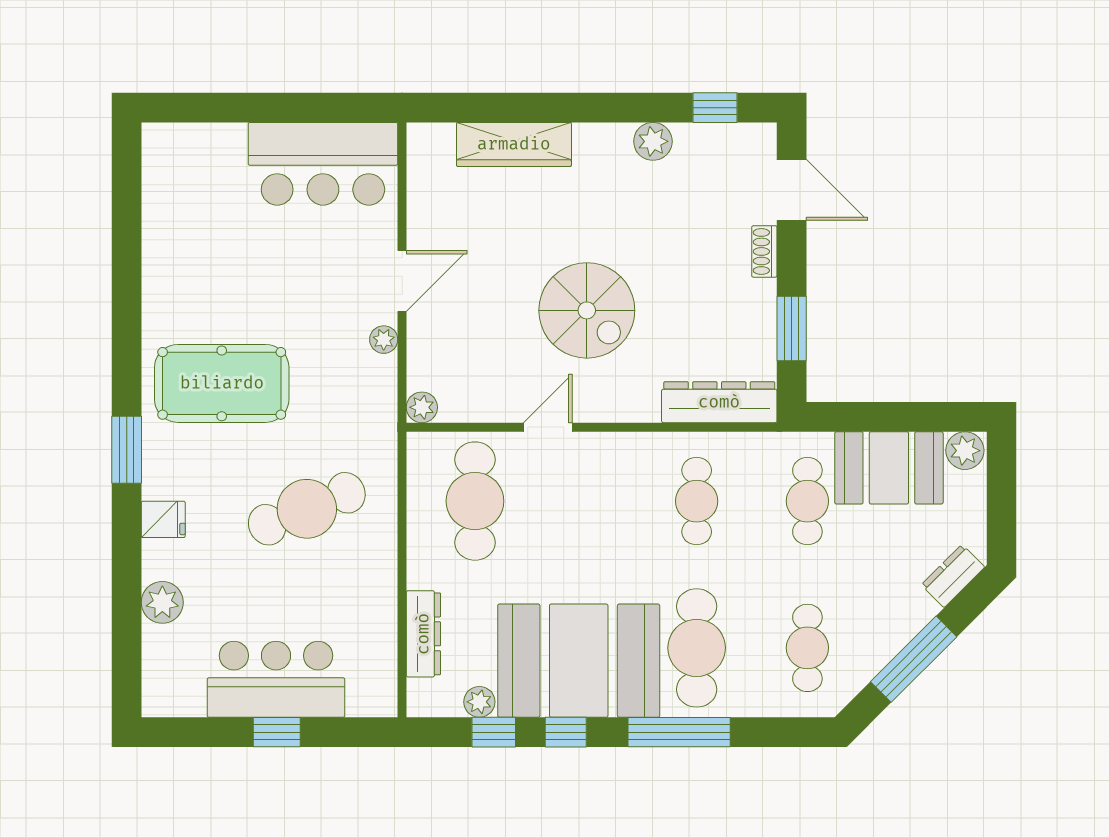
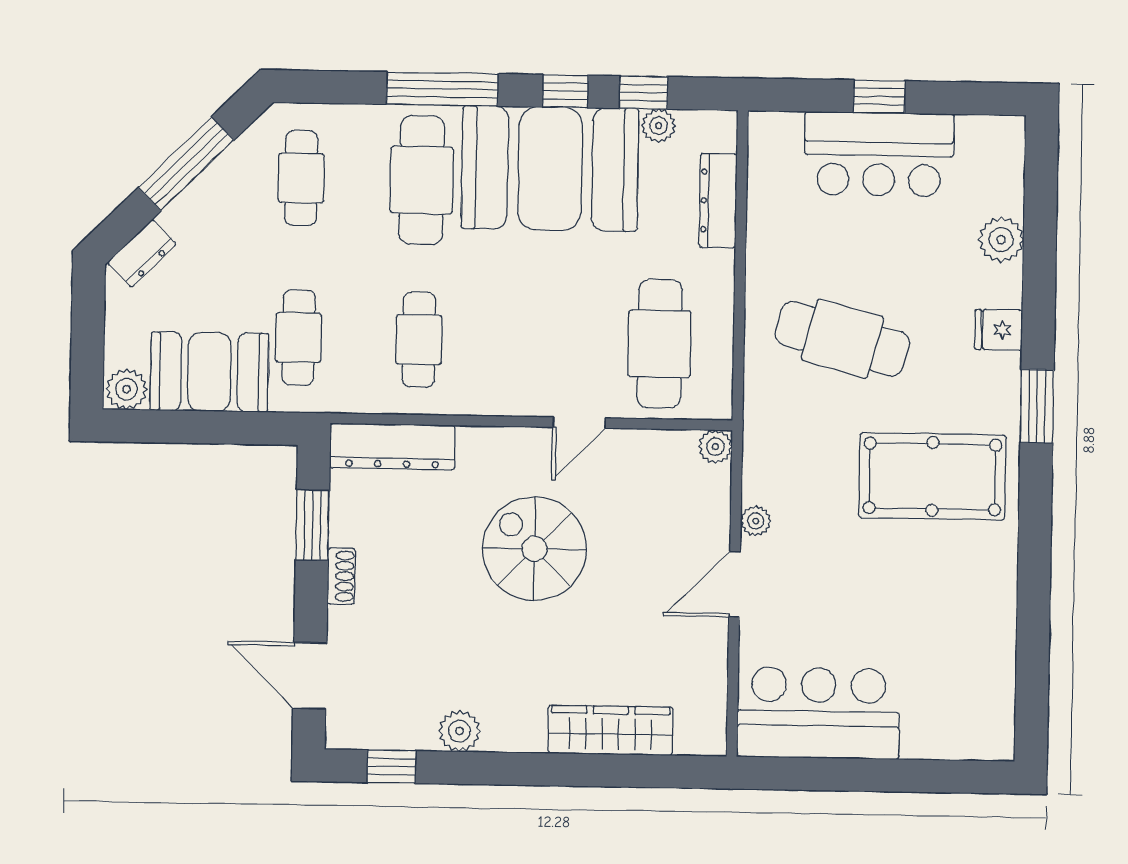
shoe rack: (764, 251) -> (341, 576), moved
cafe table: (307, 509) -> (842, 339), turned 37

